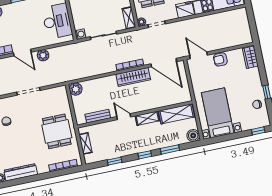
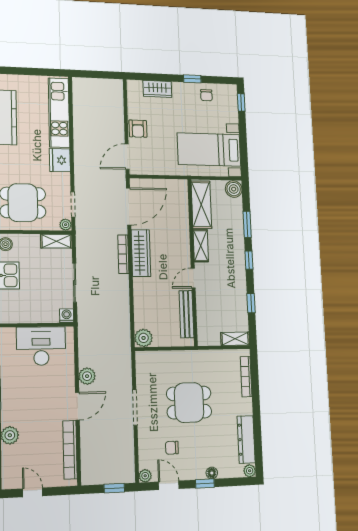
wardrobe: (250, 57) -> (157, 89), moved
bench: (98, 116) -> (186, 314), width x1.36
dining table: (57, 131) -> (189, 403), moved
shelving: (85, 143) -> (235, 339), moved

